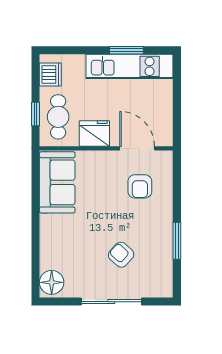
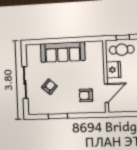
sofa: (57, 182) -> (63, 52), moved, width x1.36
floor lamp: (52, 282) -> (34, 50), removed

